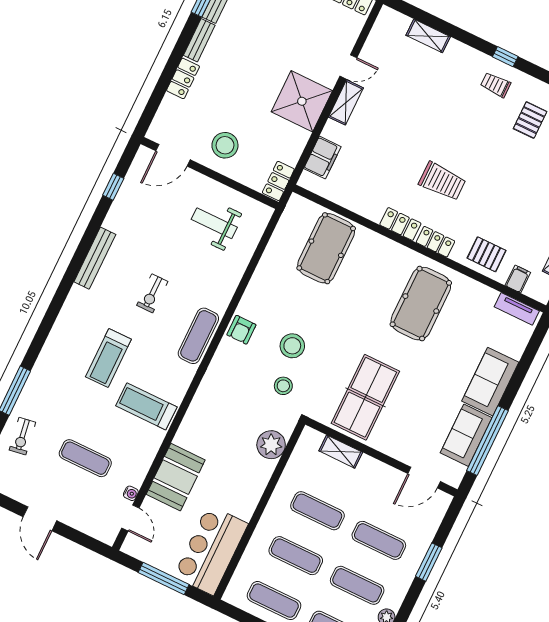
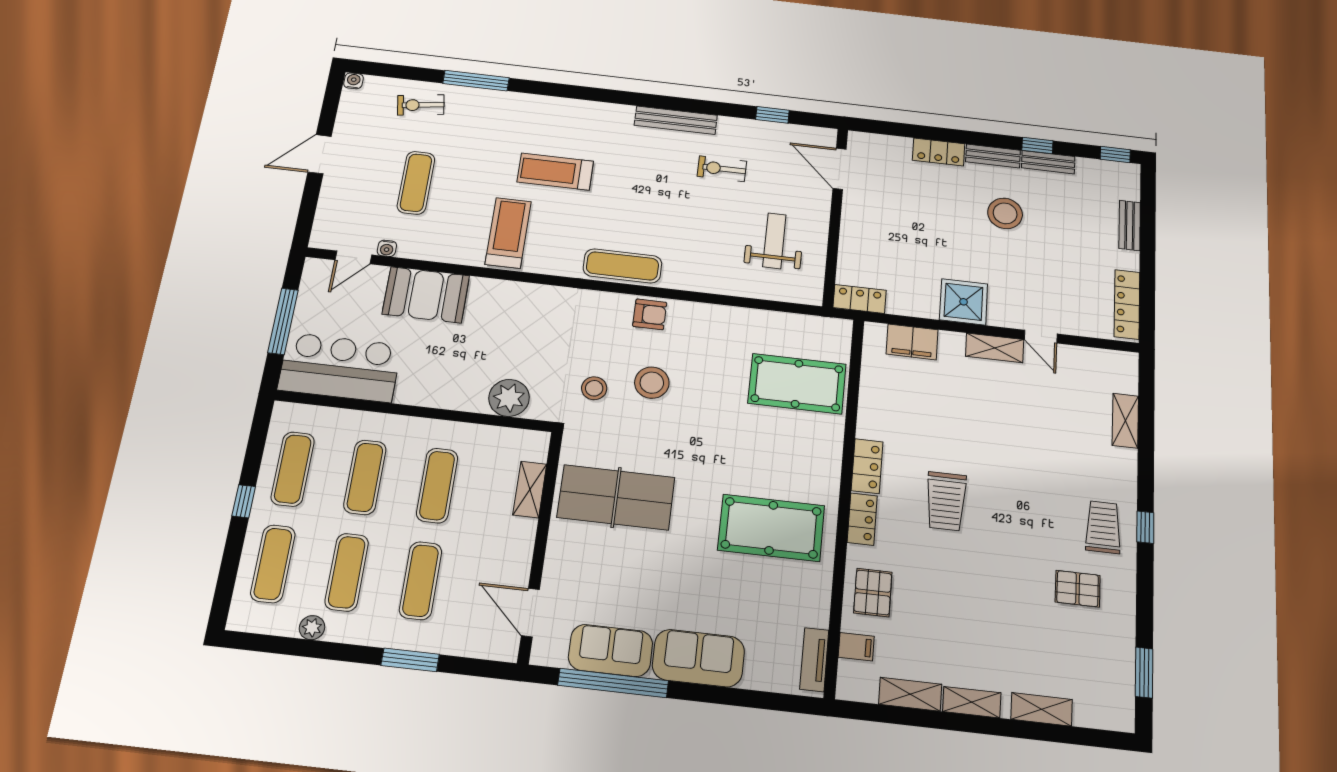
trolley: (496, 85) -> (1103, 527), width x1.36, depth x1.39
shower: (302, 101) -> (964, 302), width x0.73, depth x0.73
stool: (225, 145) -> (1005, 213), moved
exercise bike: (152, 293) -> (722, 169), moved
armchair: (241, 330) -> (650, 314), turned 180

